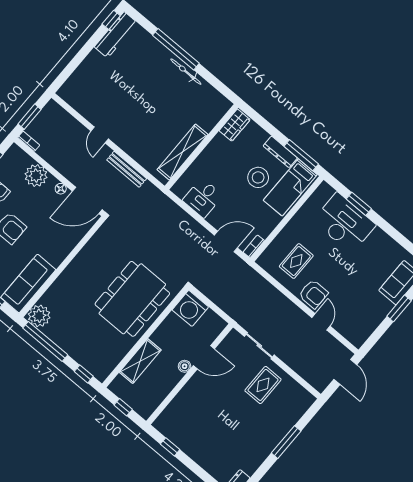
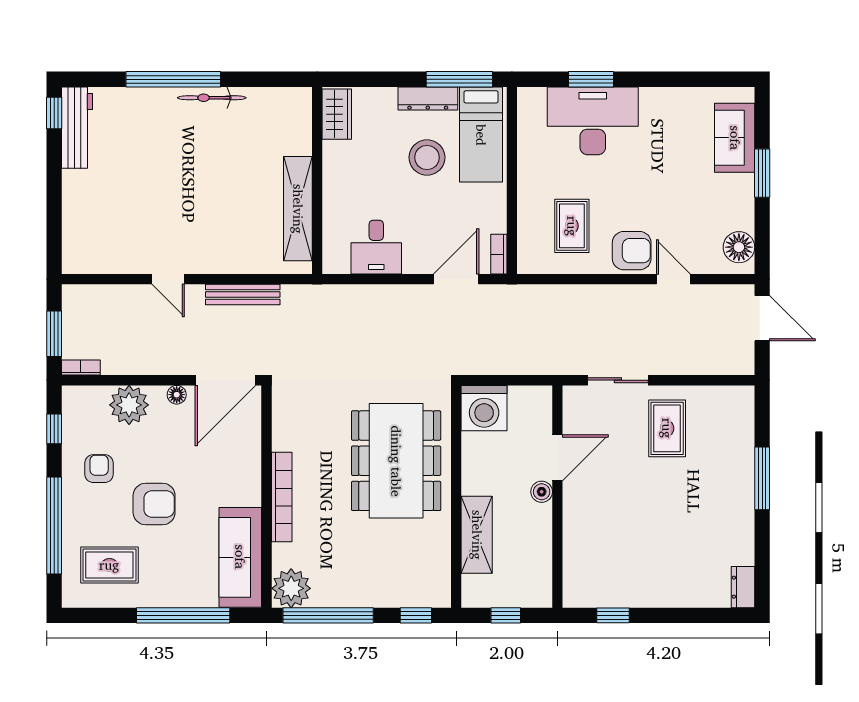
bookcase: (69, 272) -> (282, 497), added
floor lamp: (362, 332) -> (739, 247), added

